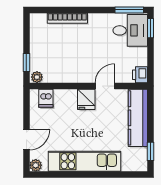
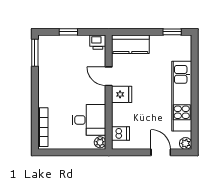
bookcase: (67, 18) -> (43, 127), moved
window: (151, 28) -> (68, 32), moved
desk: (130, 30) -> (89, 120), moved, turned 90
window: (26, 62) -> (86, 152), removed
kitchen counter: (138, 118) -> (130, 44), width x0.67

